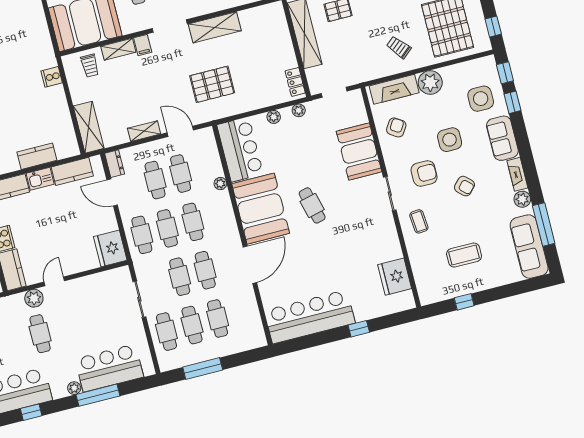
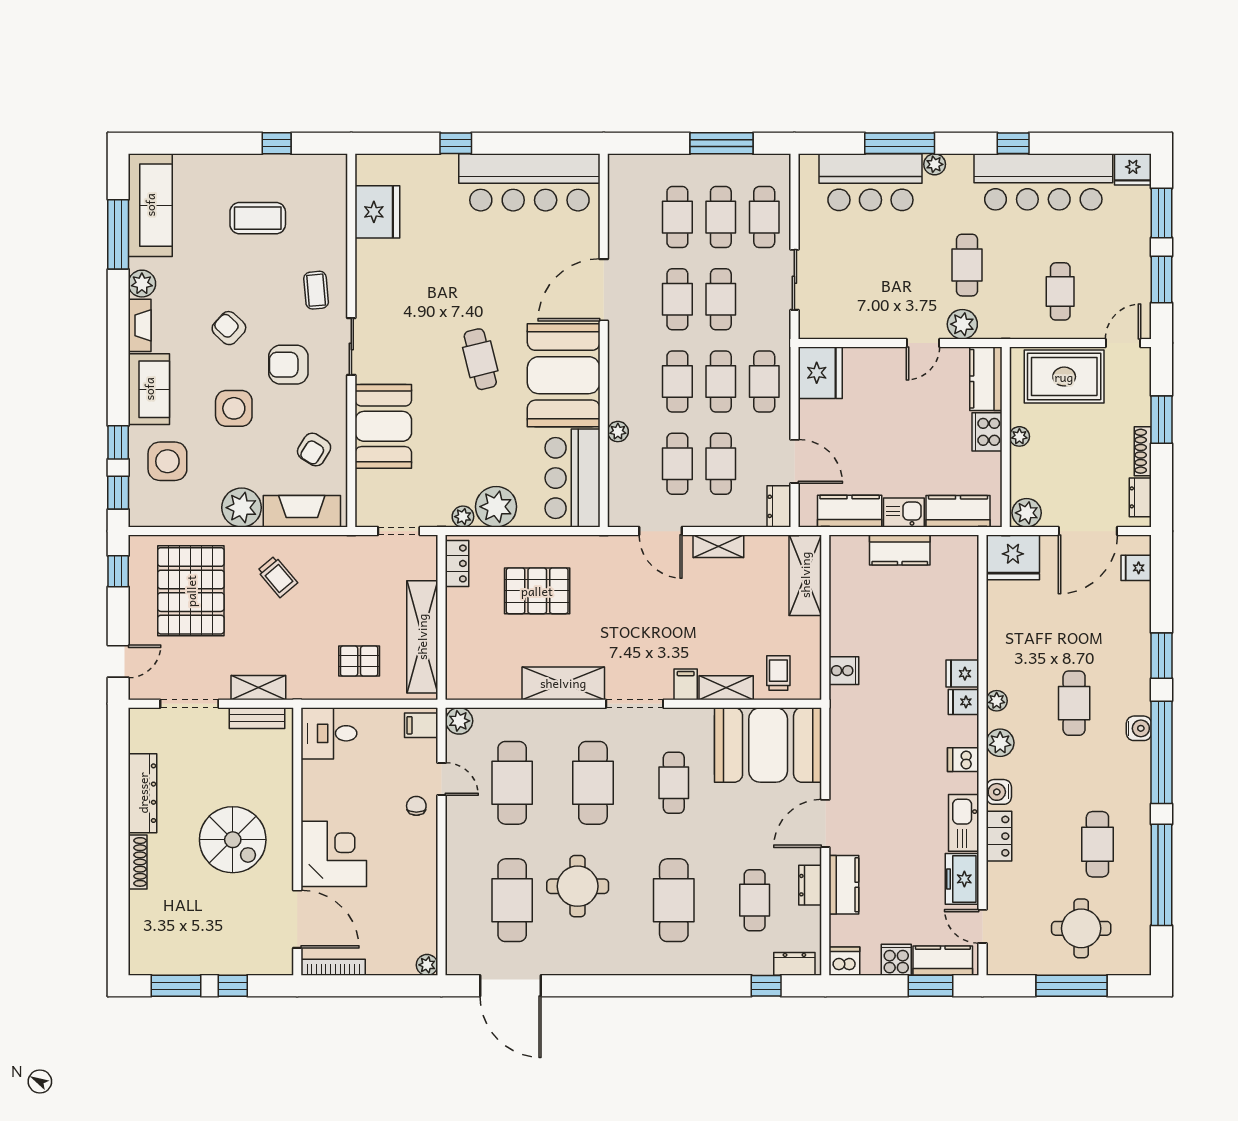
pallet: (212, 84) -> (537, 591), moved
plant: (274, 117) -> (496, 507), width x1.88, depth x1.88

